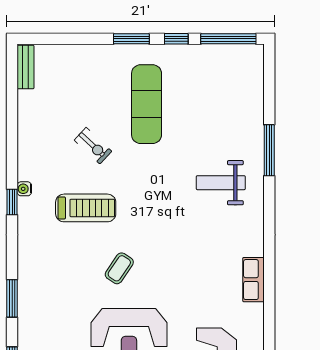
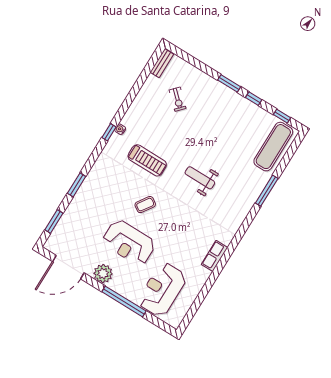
window: (228, 39) -> (282, 116), width x0.46
exercise mat: (147, 104) -> (273, 147), moved
exercise bike: (93, 146) -> (178, 99), moved
weight bench: (221, 183) -> (200, 178), moved

